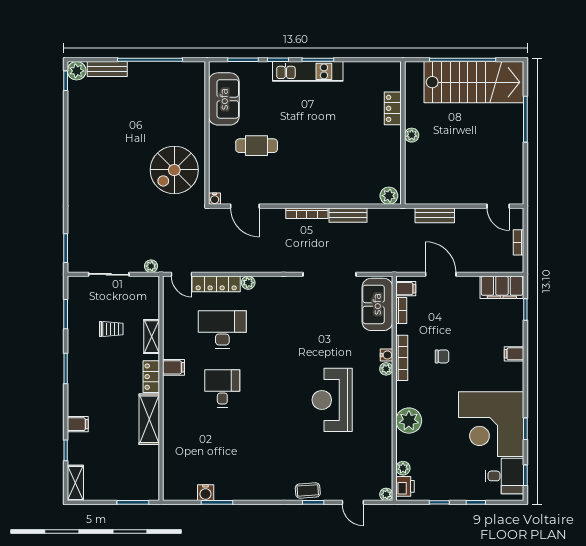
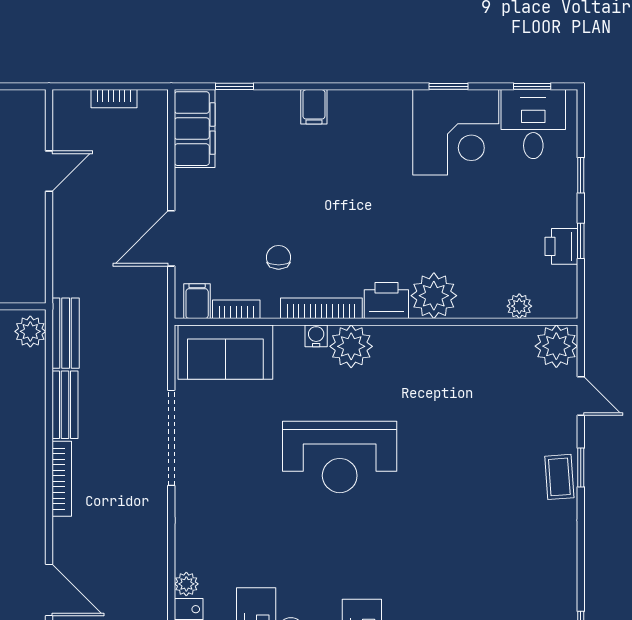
door: (245, 206) -> (49, 590), hinge flipped
door: (498, 206) -> (49, 171), moved
bench: (435, 215) -> (66, 333), moved
chair: (442, 356) -> (279, 257), moved
plant: (386, 369) -> (351, 346), width x1.87, depth x1.87
printer: (406, 394) -> (386, 300), added
reception desk: (332, 400) -> (340, 457), moved
corner desk: (491, 424) -> (456, 132), width x0.74, depth x0.74
printer: (405, 486) -> (561, 246), moved, turned -90
plant: (386, 494) -> (556, 346), width x1.88, depth x1.88
door: (353, 502) -> (581, 396), hinge flipped

